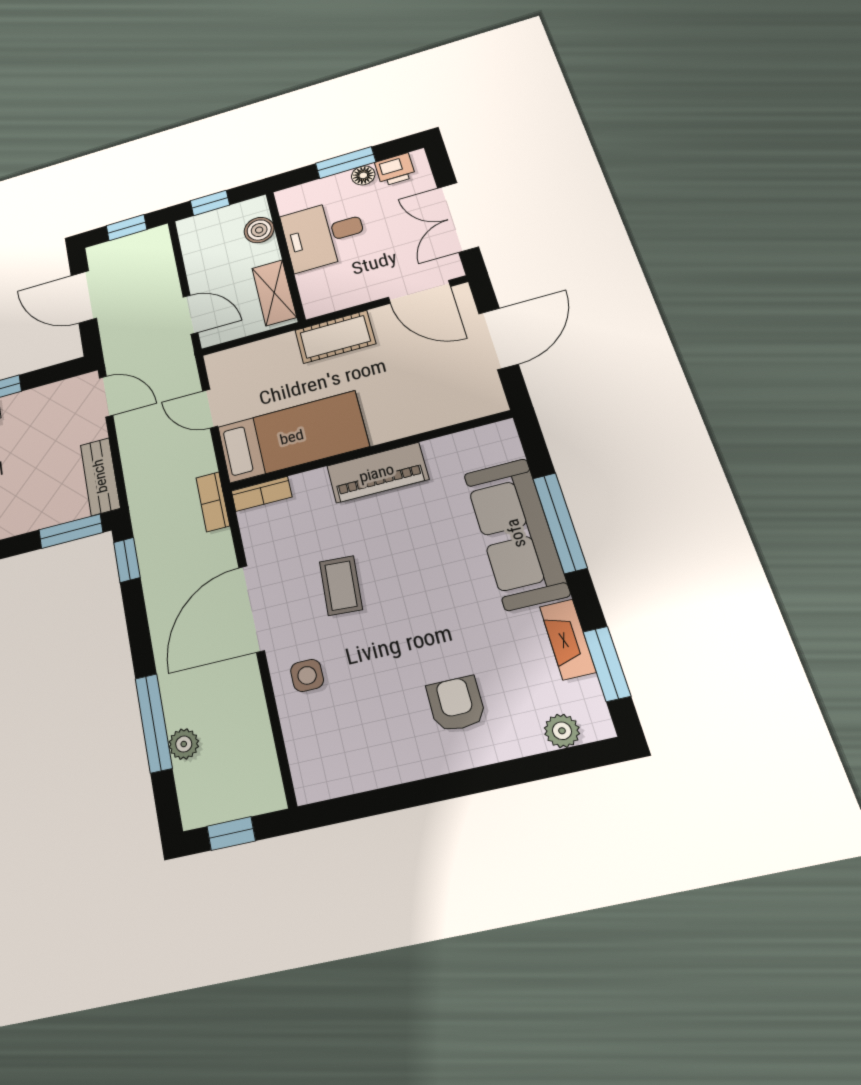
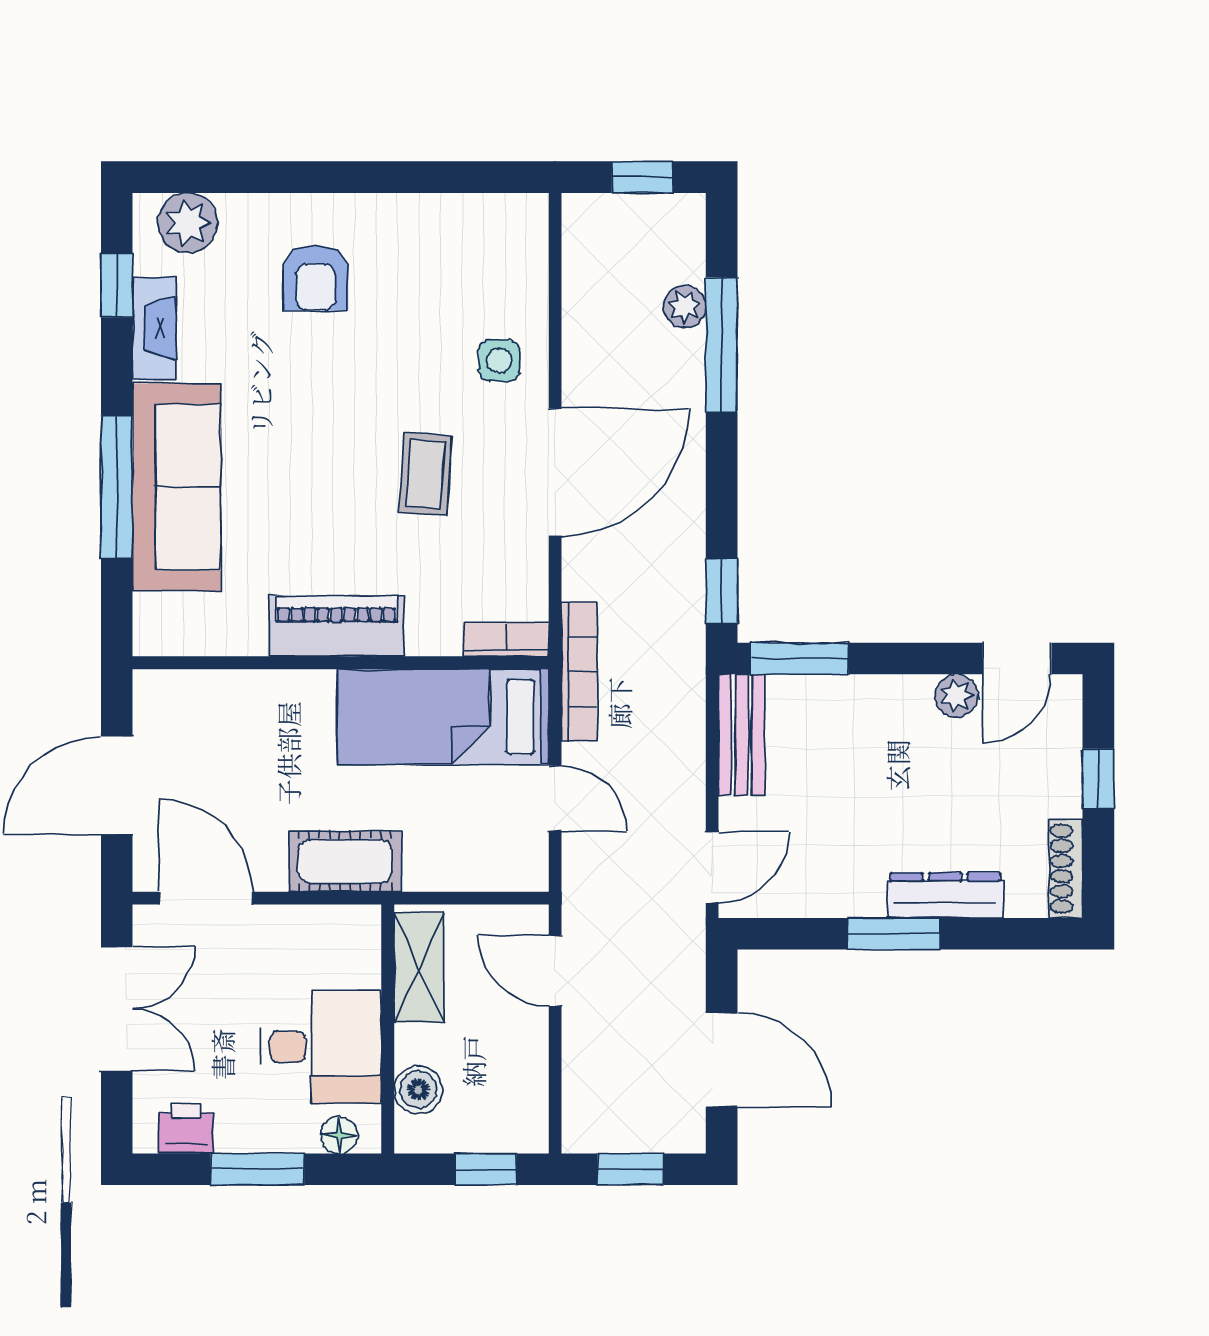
floor lamp: (363, 175) -> (339, 1135), moved
door: (106, 397) -> (712, 868), swing flipped
bookcase: (213, 502) -> (579, 672), width x1.56
window: (607, 664) -> (117, 285), width x0.67
plant: (562, 731) -> (188, 223), width x1.38, depth x1.38

